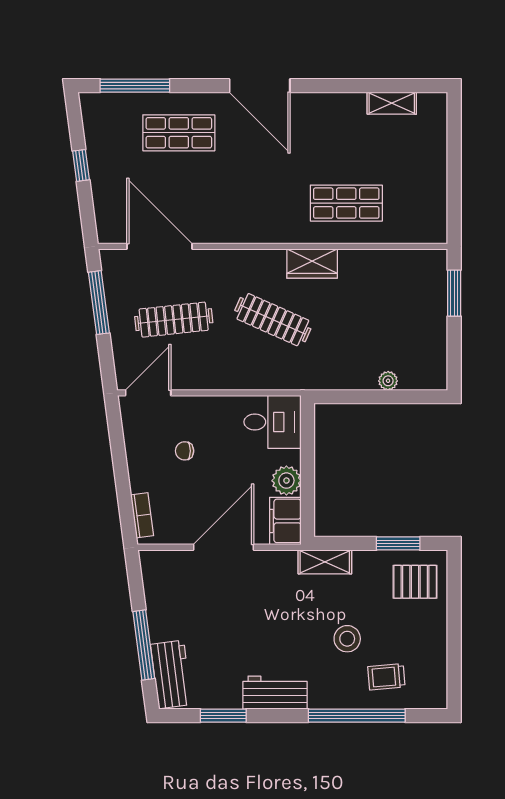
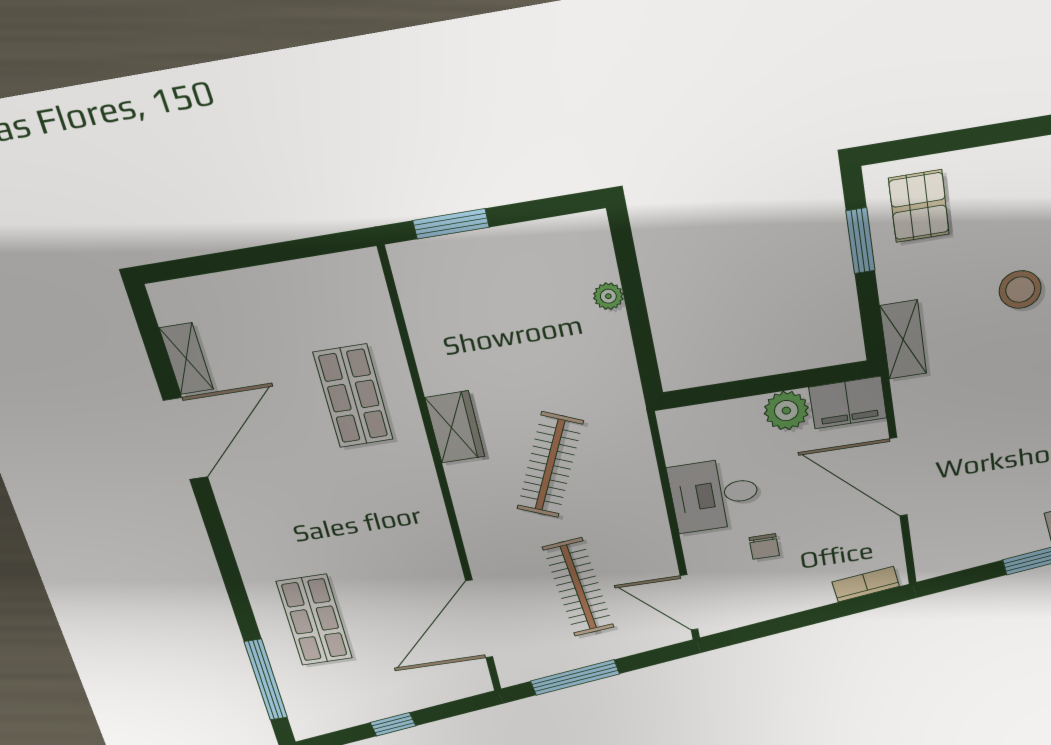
door: (260, 86) -> (186, 439), moved
desk: (273, 422) -> (715, 495), moved, turned -90

